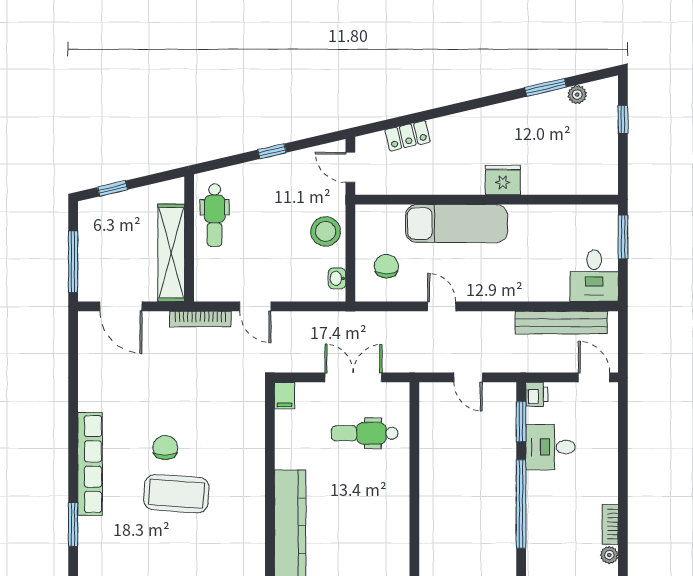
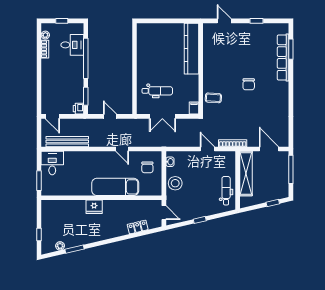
desk: (550, 447) -> (72, 45), moved
row of seats: (90, 464) -> (283, 58), moved
coffee table: (176, 494) -> (213, 98), moved, width x0.54, depth x0.58

